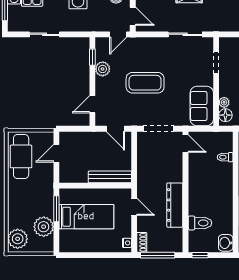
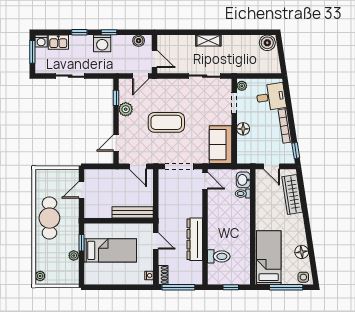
plant: (224, 102) -> (242, 86), moved
floor lamp: (225, 115) -> (243, 129), moved
cafe table: (21, 156) -> (49, 218), moved
window: (56, 209) -> (81, 243), width x0.67
plant: (44, 227) -> (74, 256), width x0.53, depth x0.53
plant: (18, 239) -> (40, 276), width x0.53, depth x0.53
washbasin: (226, 243) -> (243, 180), moved
window: (200, 255) -> (231, 287), moved

